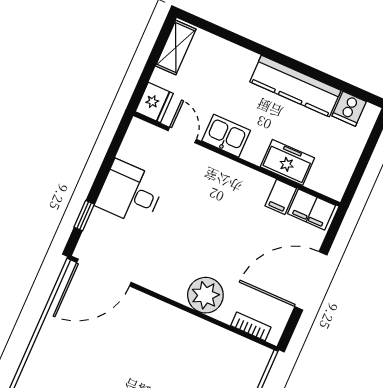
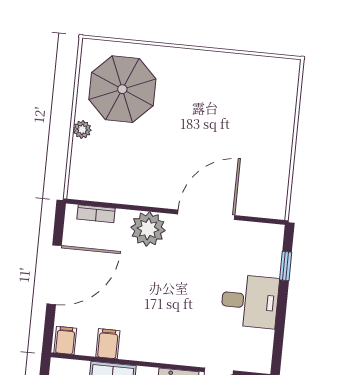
filing cabinet: (312, 210) -> (65, 340), width x0.50
door: (104, 272) -> (206, 215), moved

